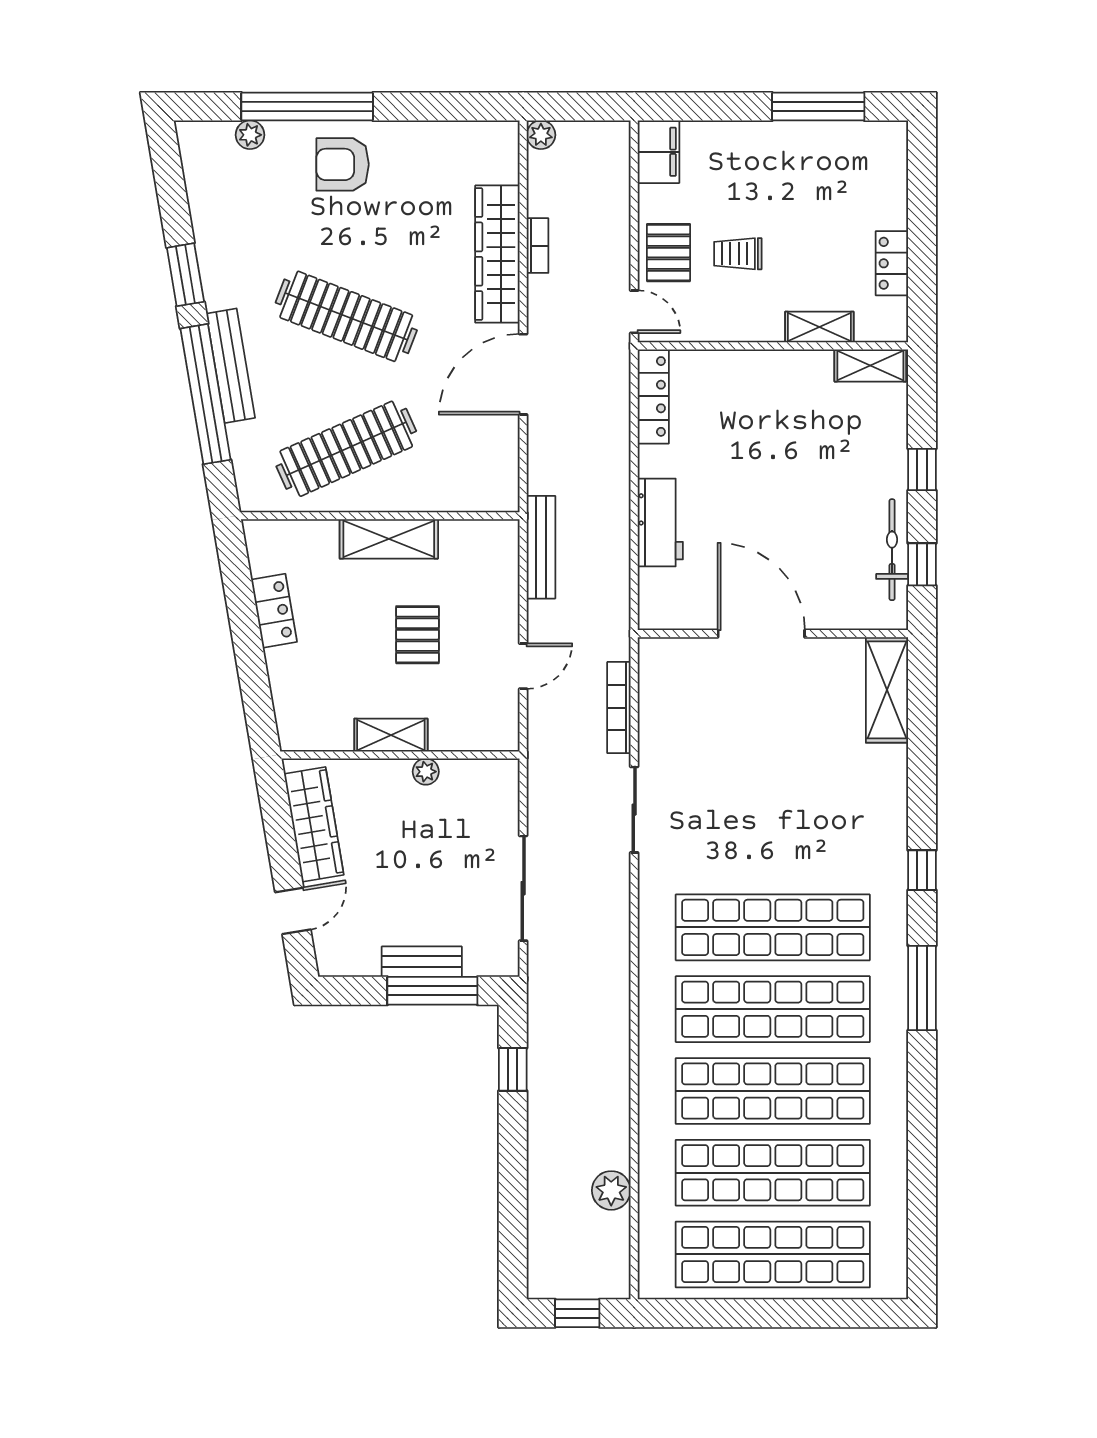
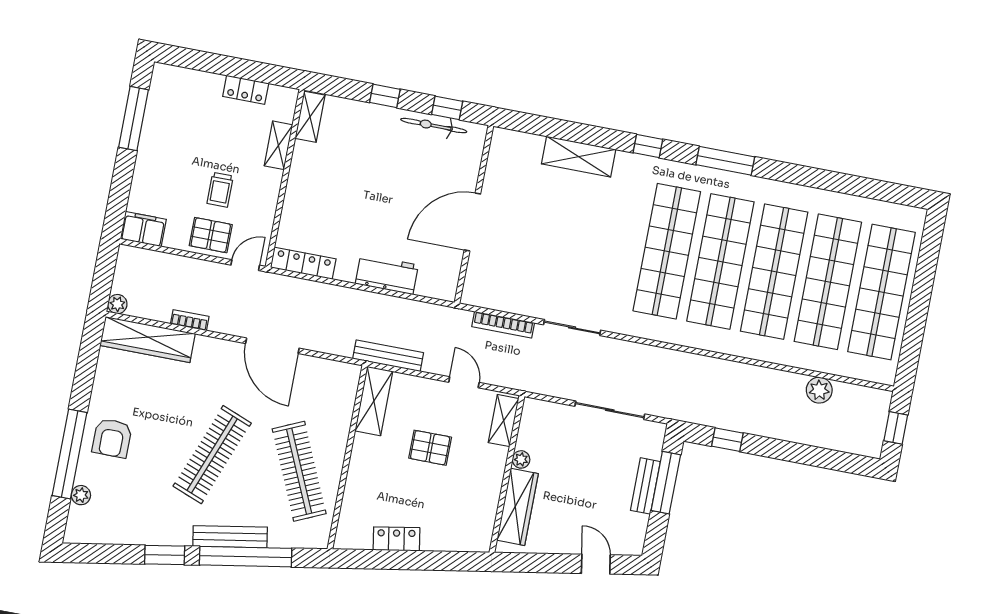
wardrobe: (497, 254) -> (148, 339), moved
shelving: (389, 539) -> (374, 401), moved
shelving: (887, 690) -> (579, 157), moved
shelving: (391, 735) -> (504, 421), moved
wardrobe: (314, 824) -> (517, 507), moved, turned 100

